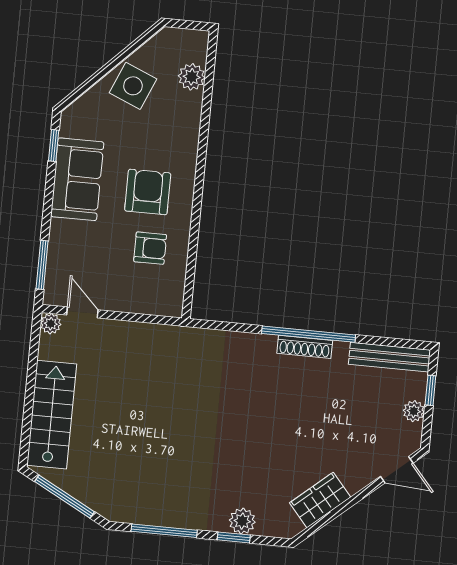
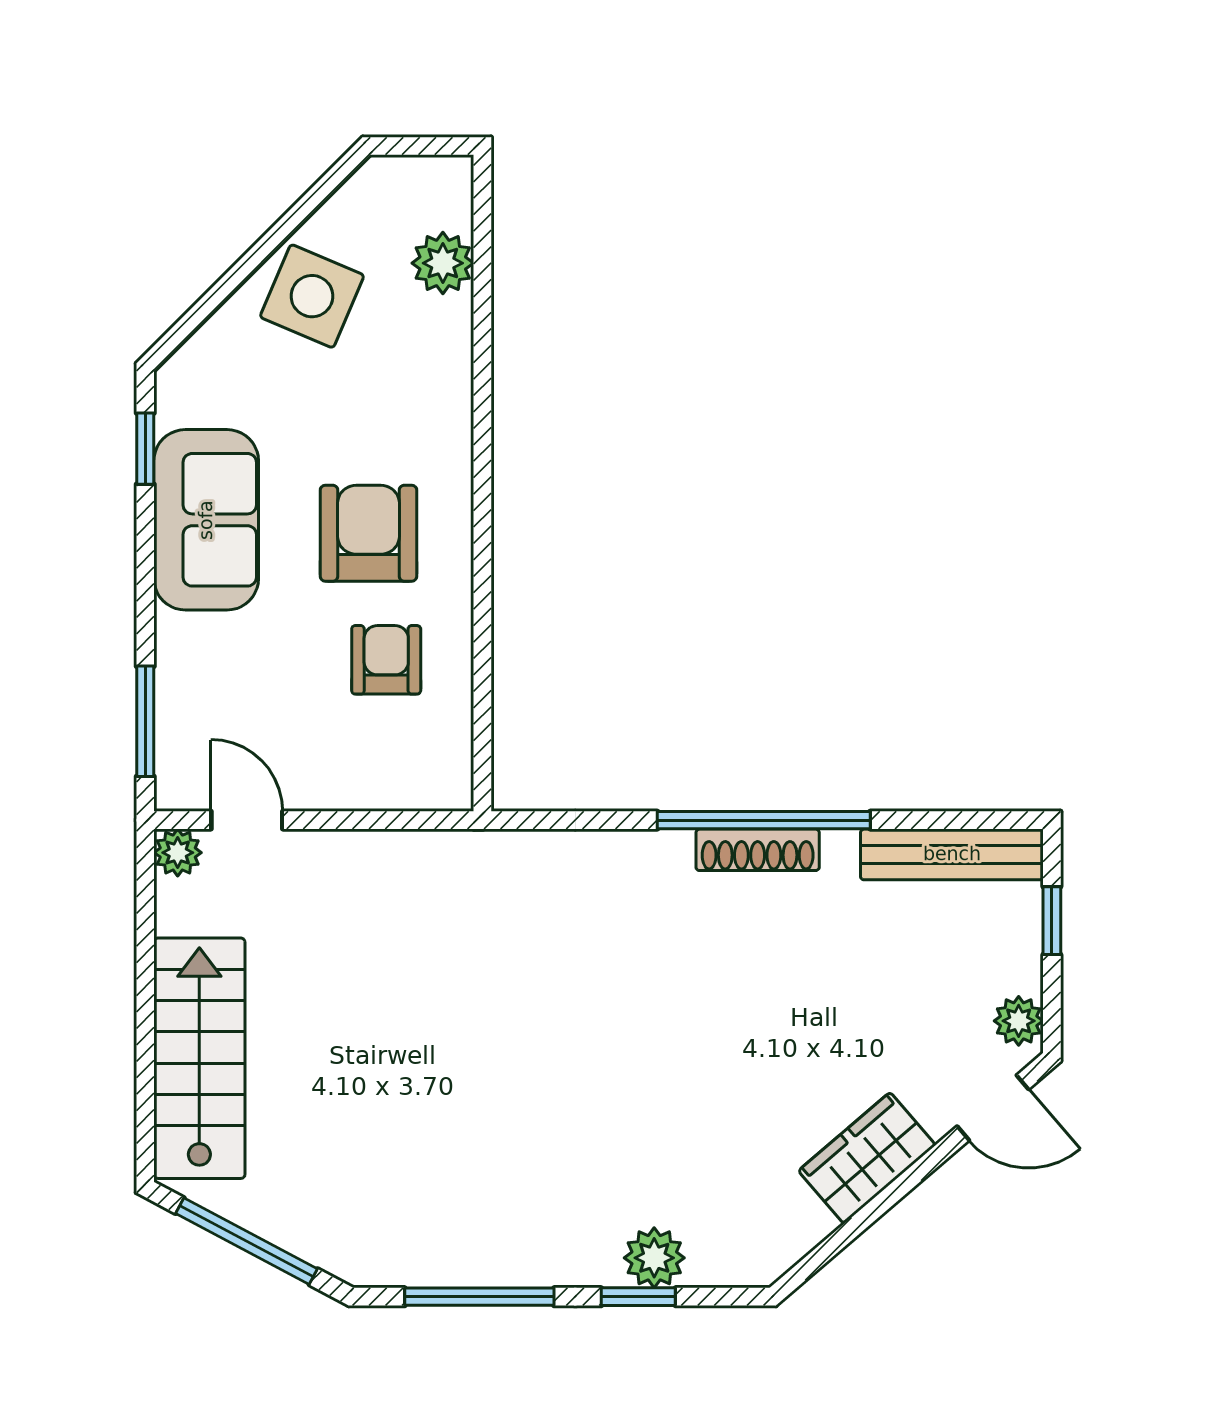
armchair: (150, 248) -> (386, 660), turned -90
plant: (414, 411) -> (1019, 1021), moved
wardrobe: (320, 500) -> (867, 1158), moved

